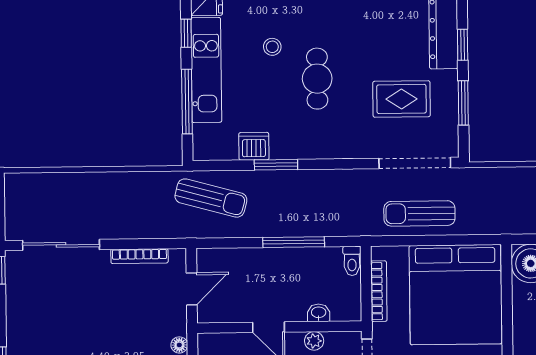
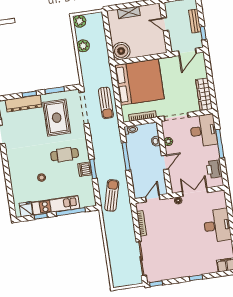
cafe table: (317, 79) -> (65, 155), moved
rug: (402, 99) -> (57, 118), width x1.36, depth x1.43
dishwasher: (254, 146) -> (85, 169), moved
door: (192, 289) -> (153, 198), hinge flipped

